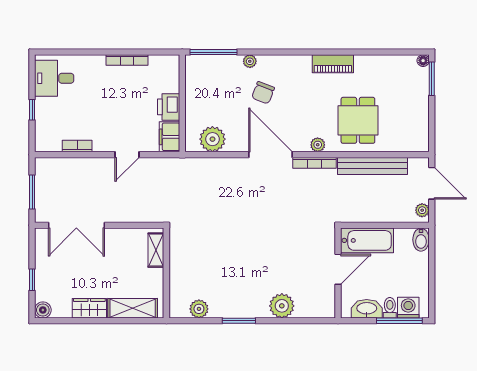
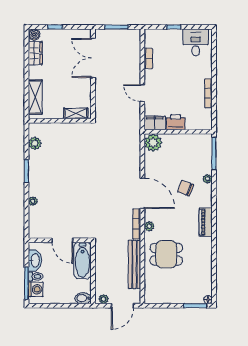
piano: (333, 64) -> (206, 222), moved
plant: (212, 139) -> (153, 143), moved
door: (270, 155) -> (142, 193), hinge flipped
plant: (282, 306) -> (33, 201), width x0.53, depth x0.53
wardrobe: (89, 308) -> (35, 53), moved

